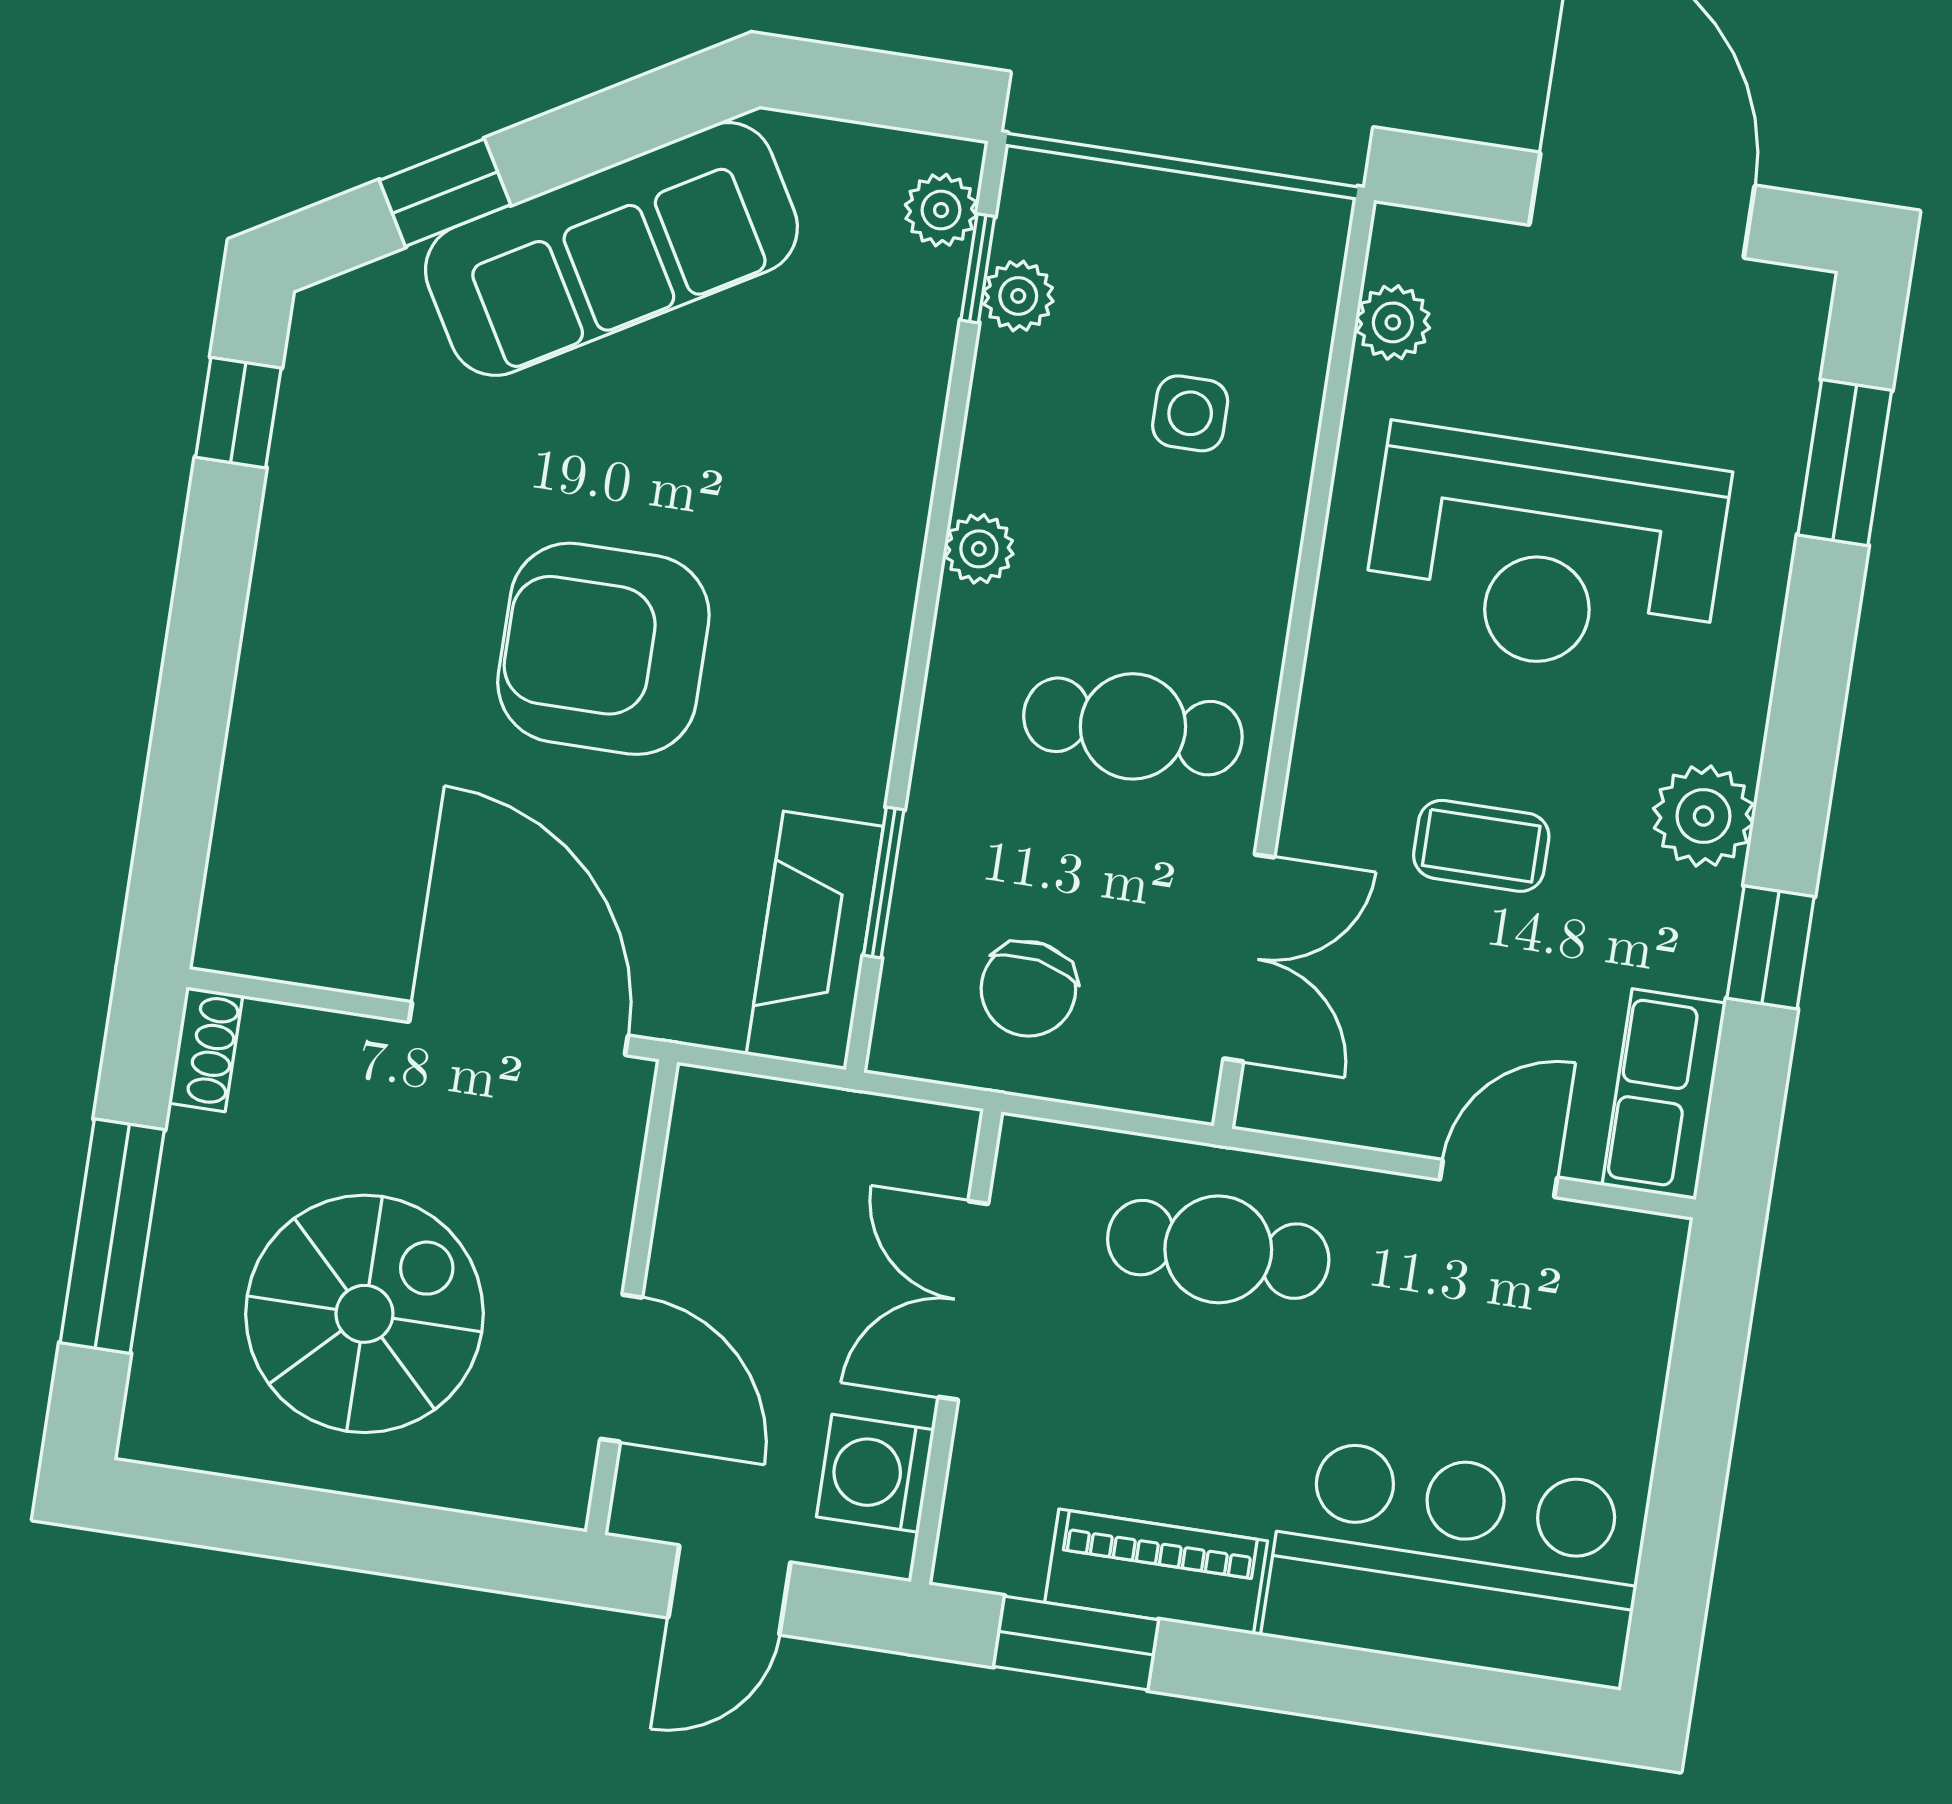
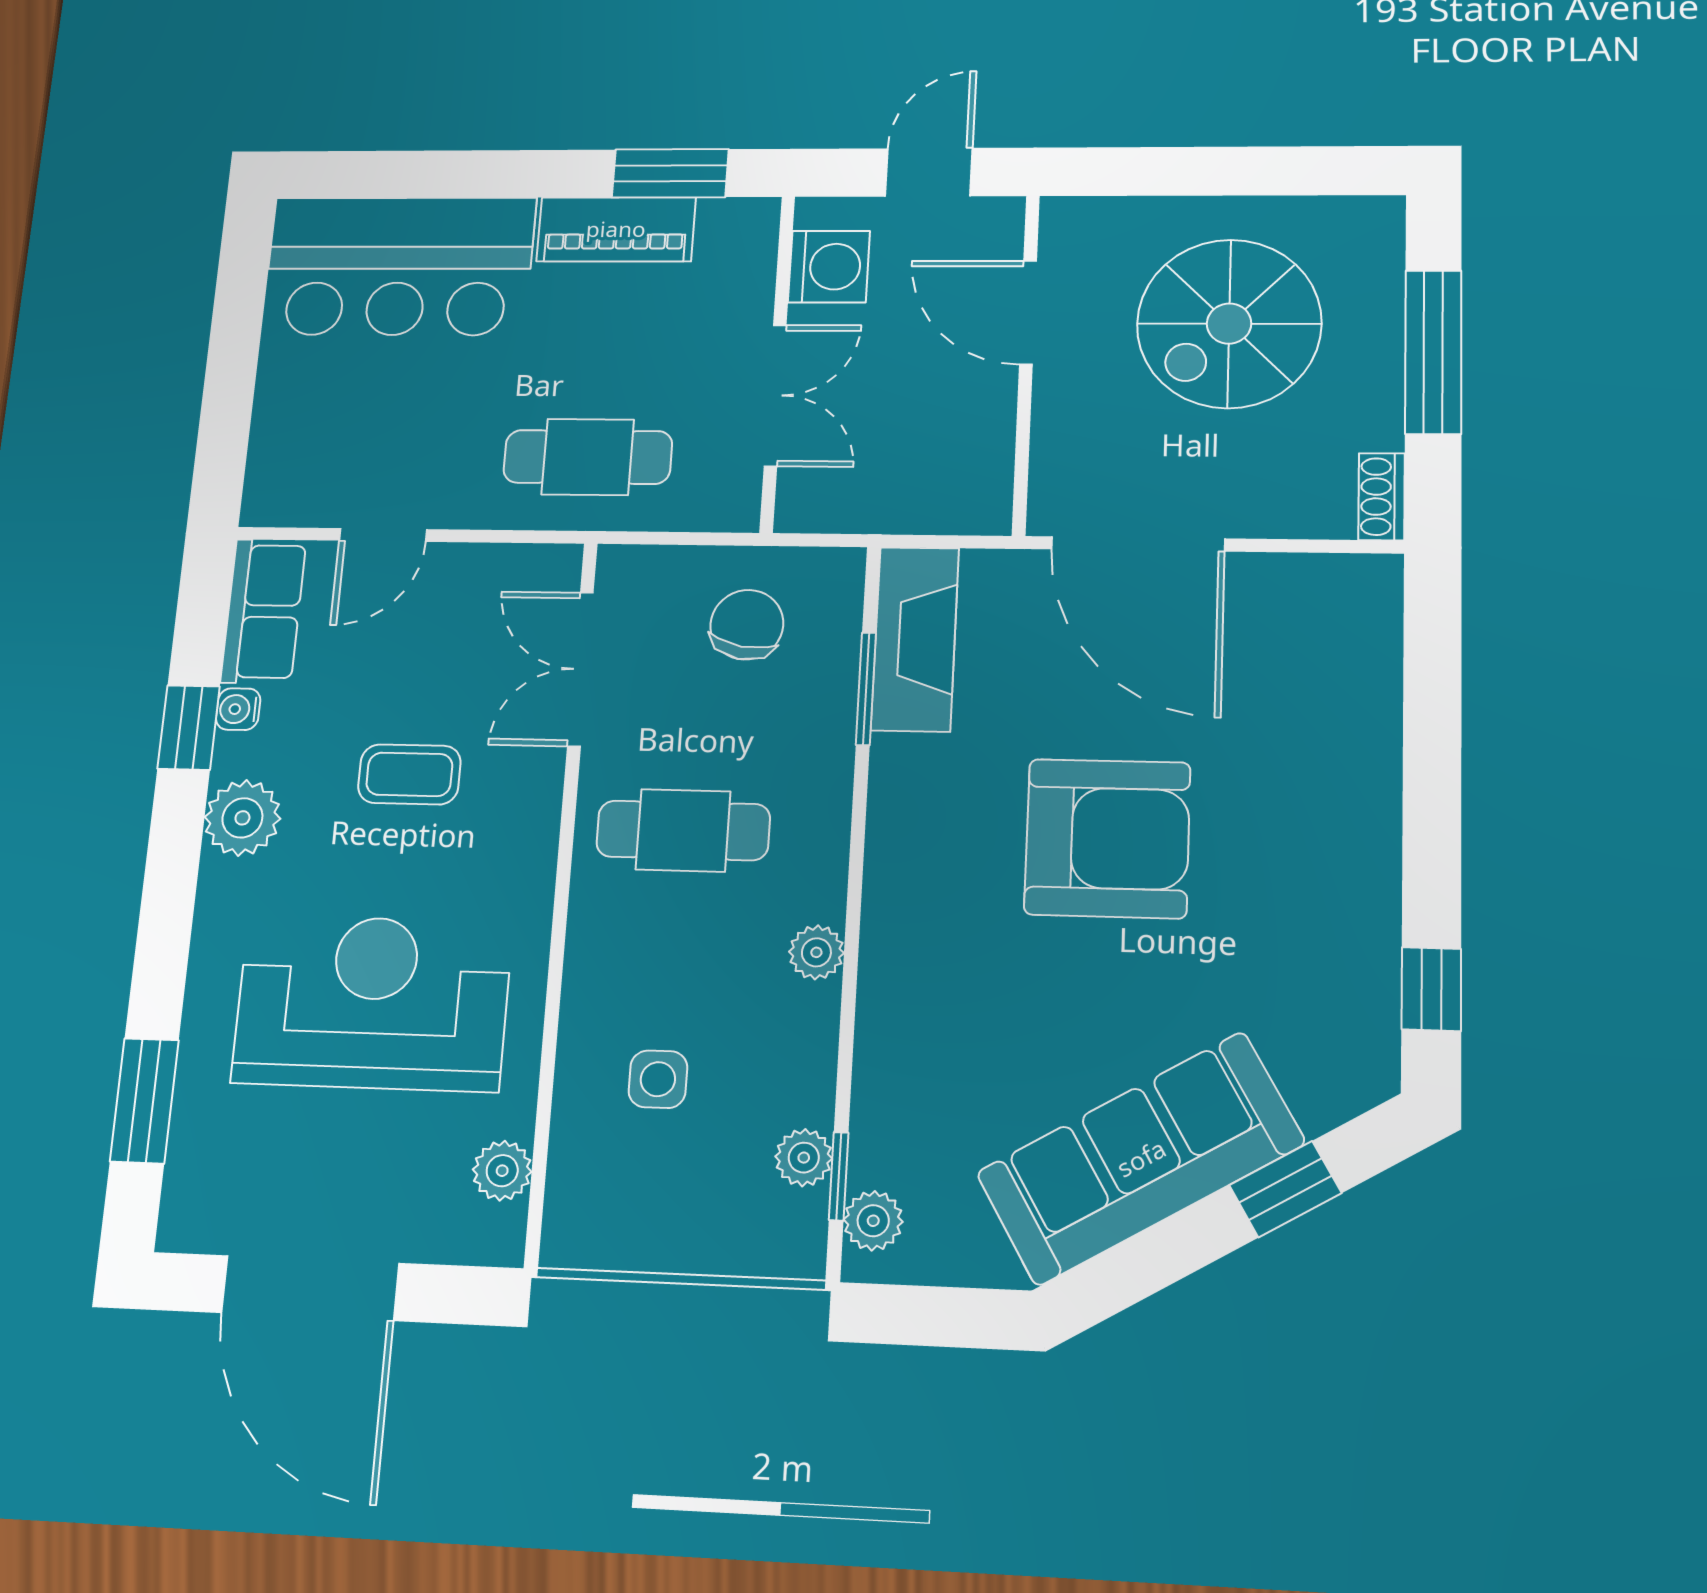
water cooler: (1704, 964) -> (238, 709), added

